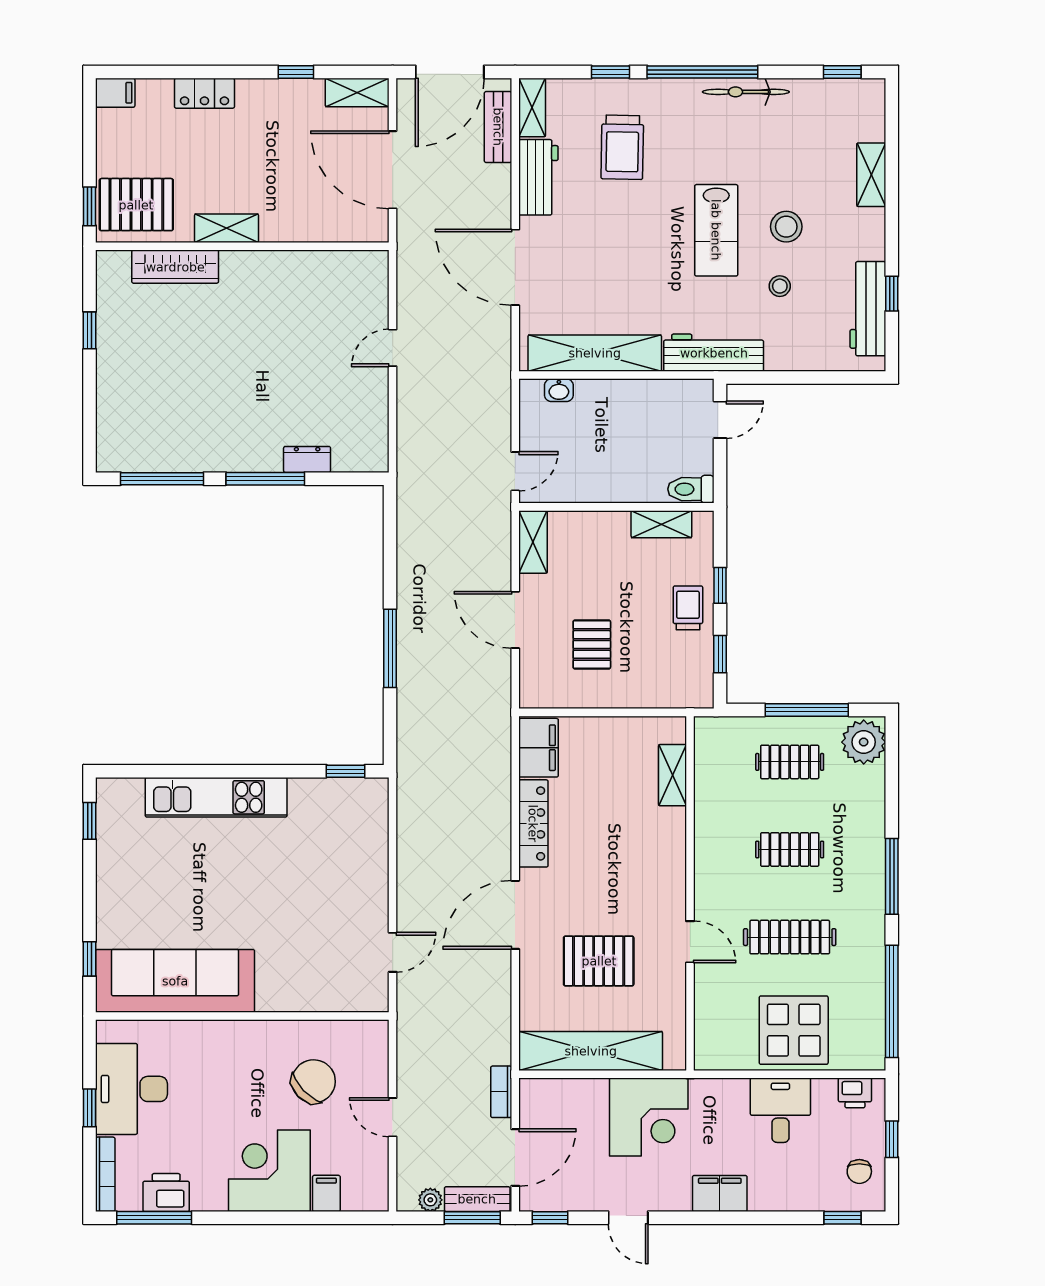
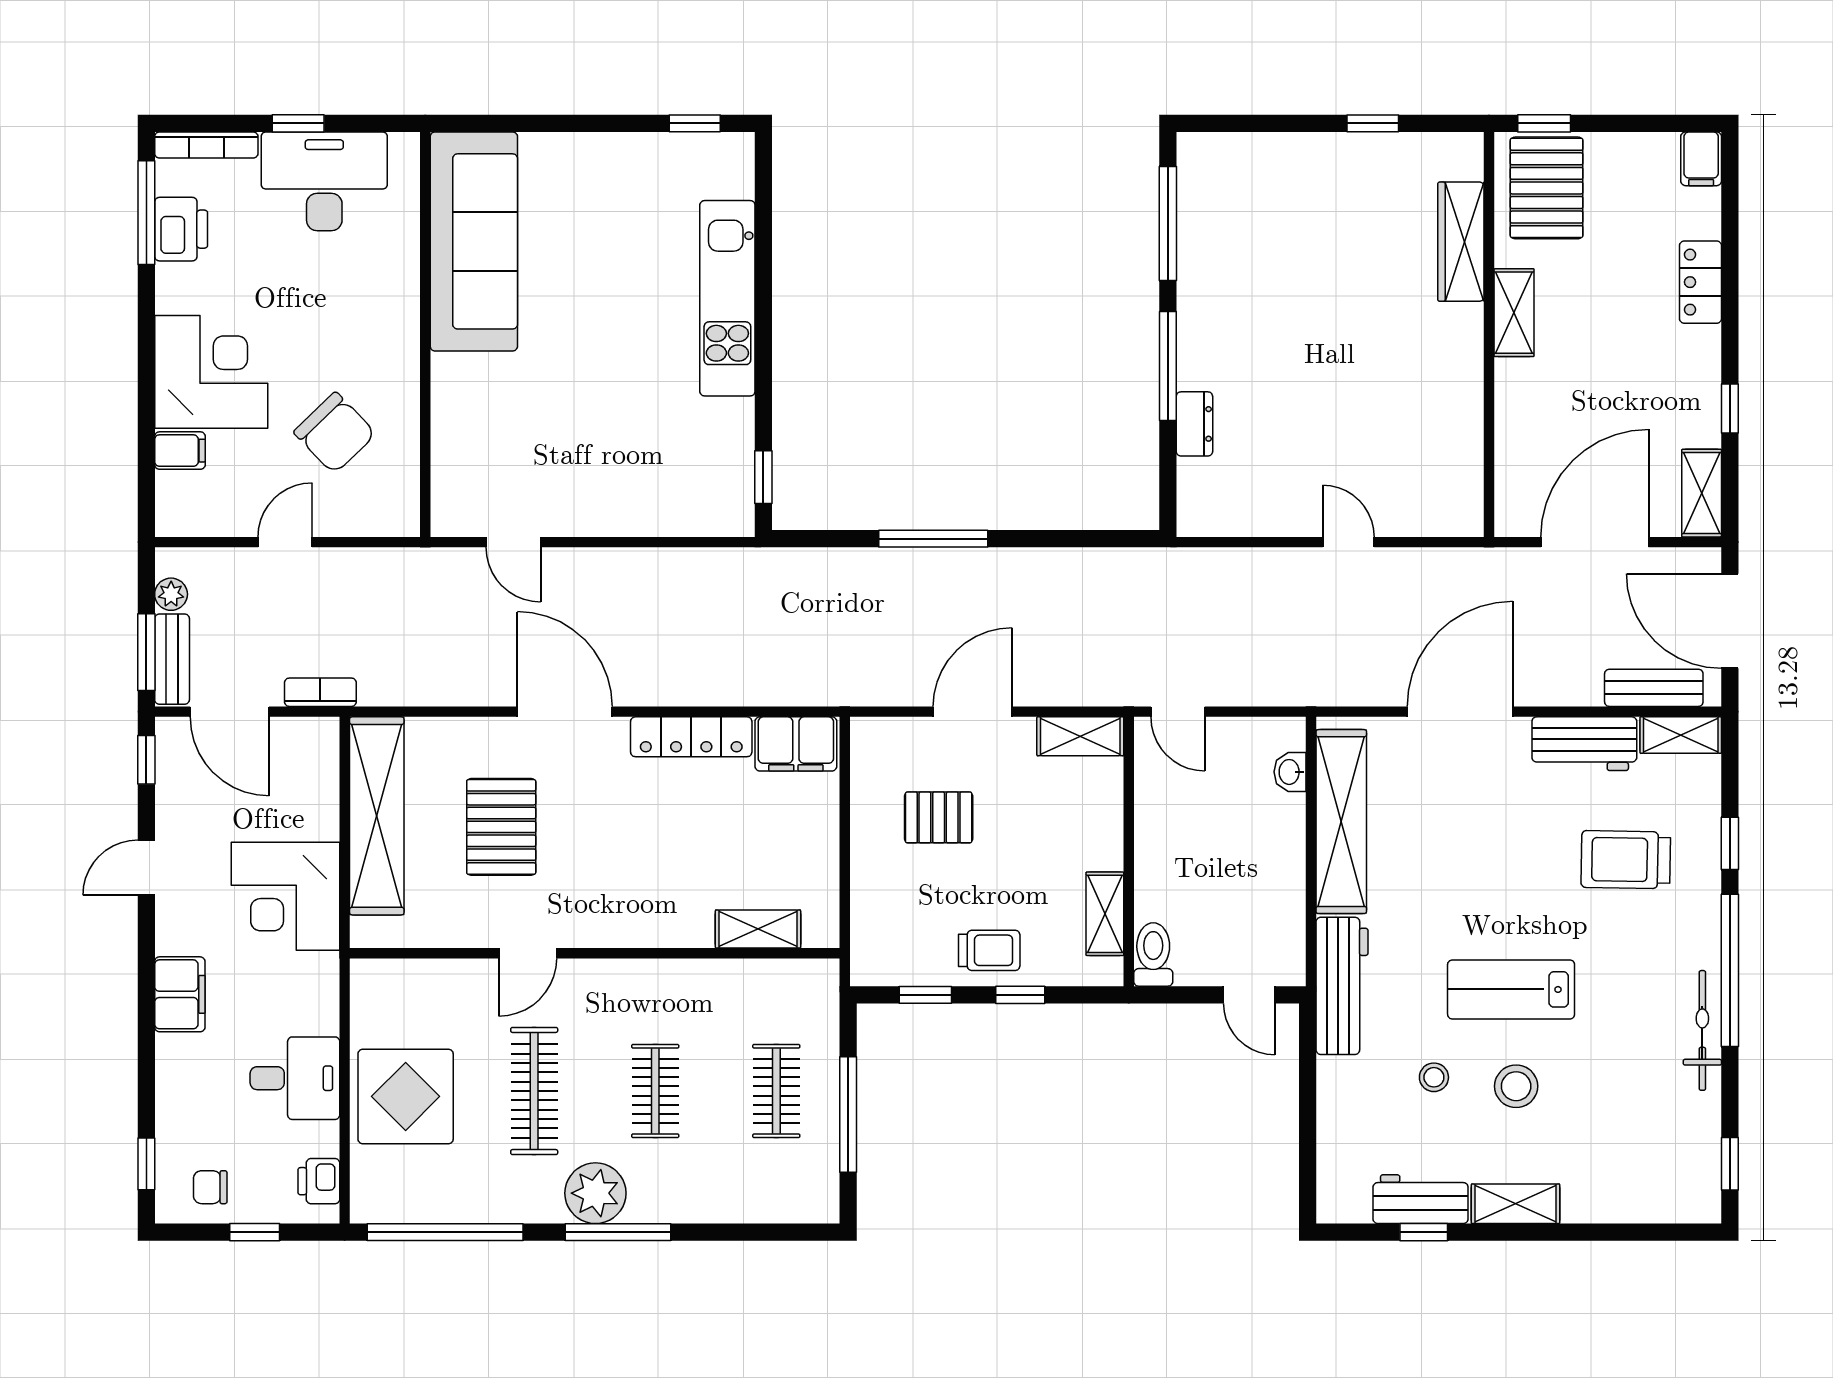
shelving: (871, 175) -> (1515, 1204), moved
workbench: (868, 309) -> (1421, 1199), width x0.73
plant: (864, 742) -> (595, 1193), moved
window: (90, 959) -> (504, 123), removed

